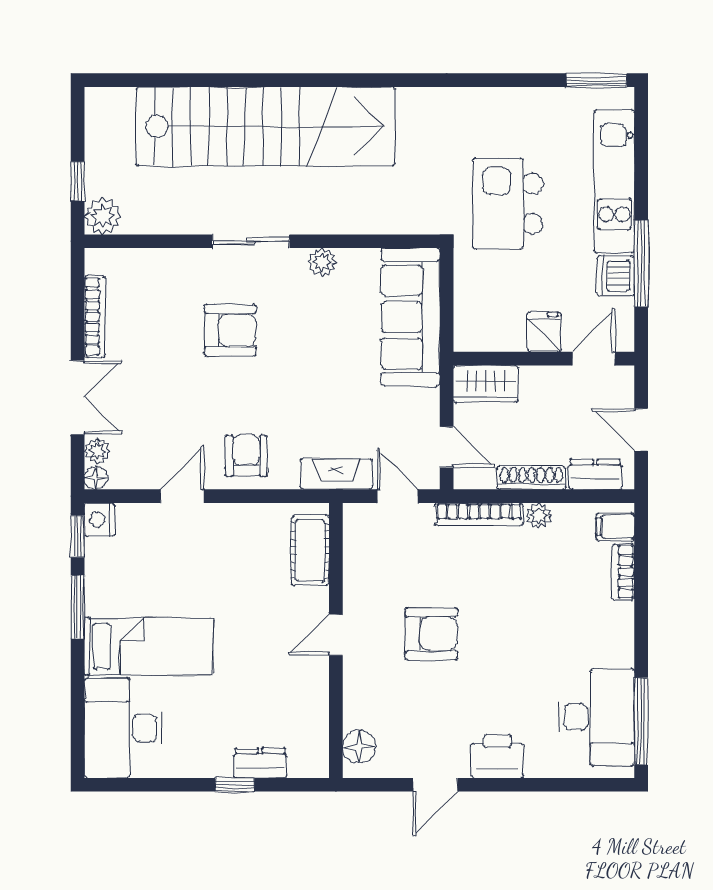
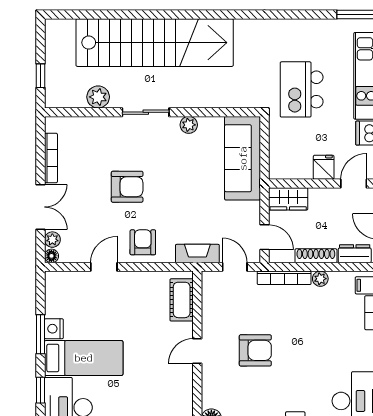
plant: (103, 216) -> (98, 97), moved
armchair: (230, 330) -> (127, 187), moved
nightstand: (100, 520) -> (54, 329), moved
window: (78, 536) -> (40, 390), moved

